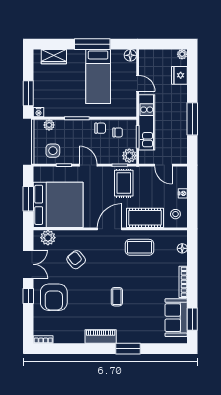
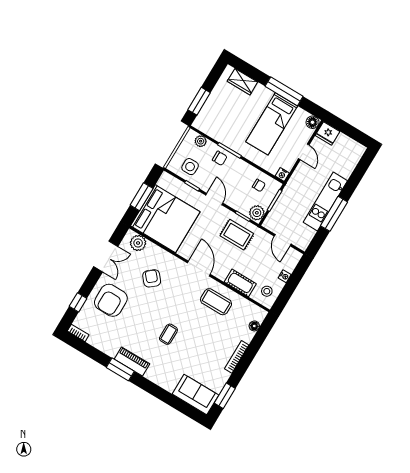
plant: (182, 54) -> (360, 150), removed
fridge: (179, 75) -> (327, 133), moved, turned -90
nightstand: (39, 112) -> (282, 175), moved
kitchen unit: (147, 122) -> (325, 201), moved, turned 180
chair: (100, 128) -> (220, 158), moved
rug: (124, 183) -> (237, 235), turned 90
cot: (145, 218) -> (240, 283), width x0.73, depth x0.75
door: (109, 229) -> (199, 269), hinge flipped
window: (28, 296) -> (78, 302), moved
sofa: (176, 318) -> (195, 395), moved, turned 90
window: (128, 349) -> (120, 369), moved

